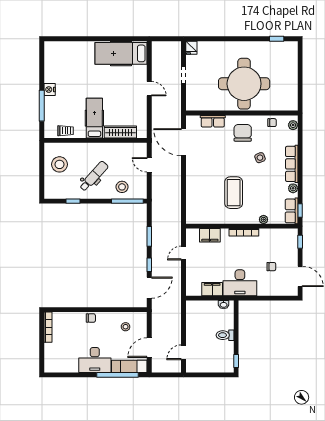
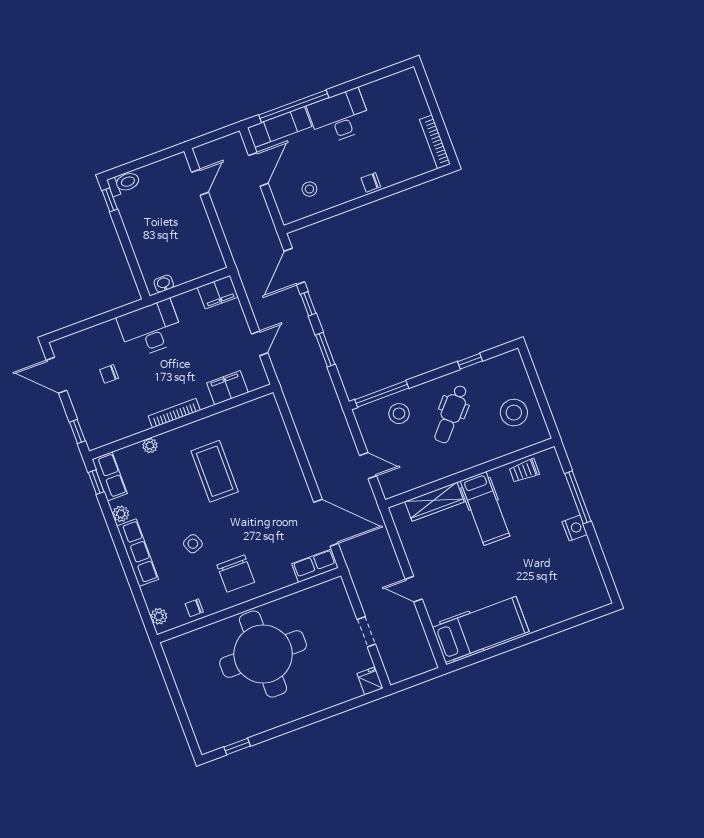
row of seats: (213, 121) -> (315, 566), moved
filing cabinet: (212, 289) -> (218, 292), moved
toilet: (225, 335) -> (124, 183), moved

